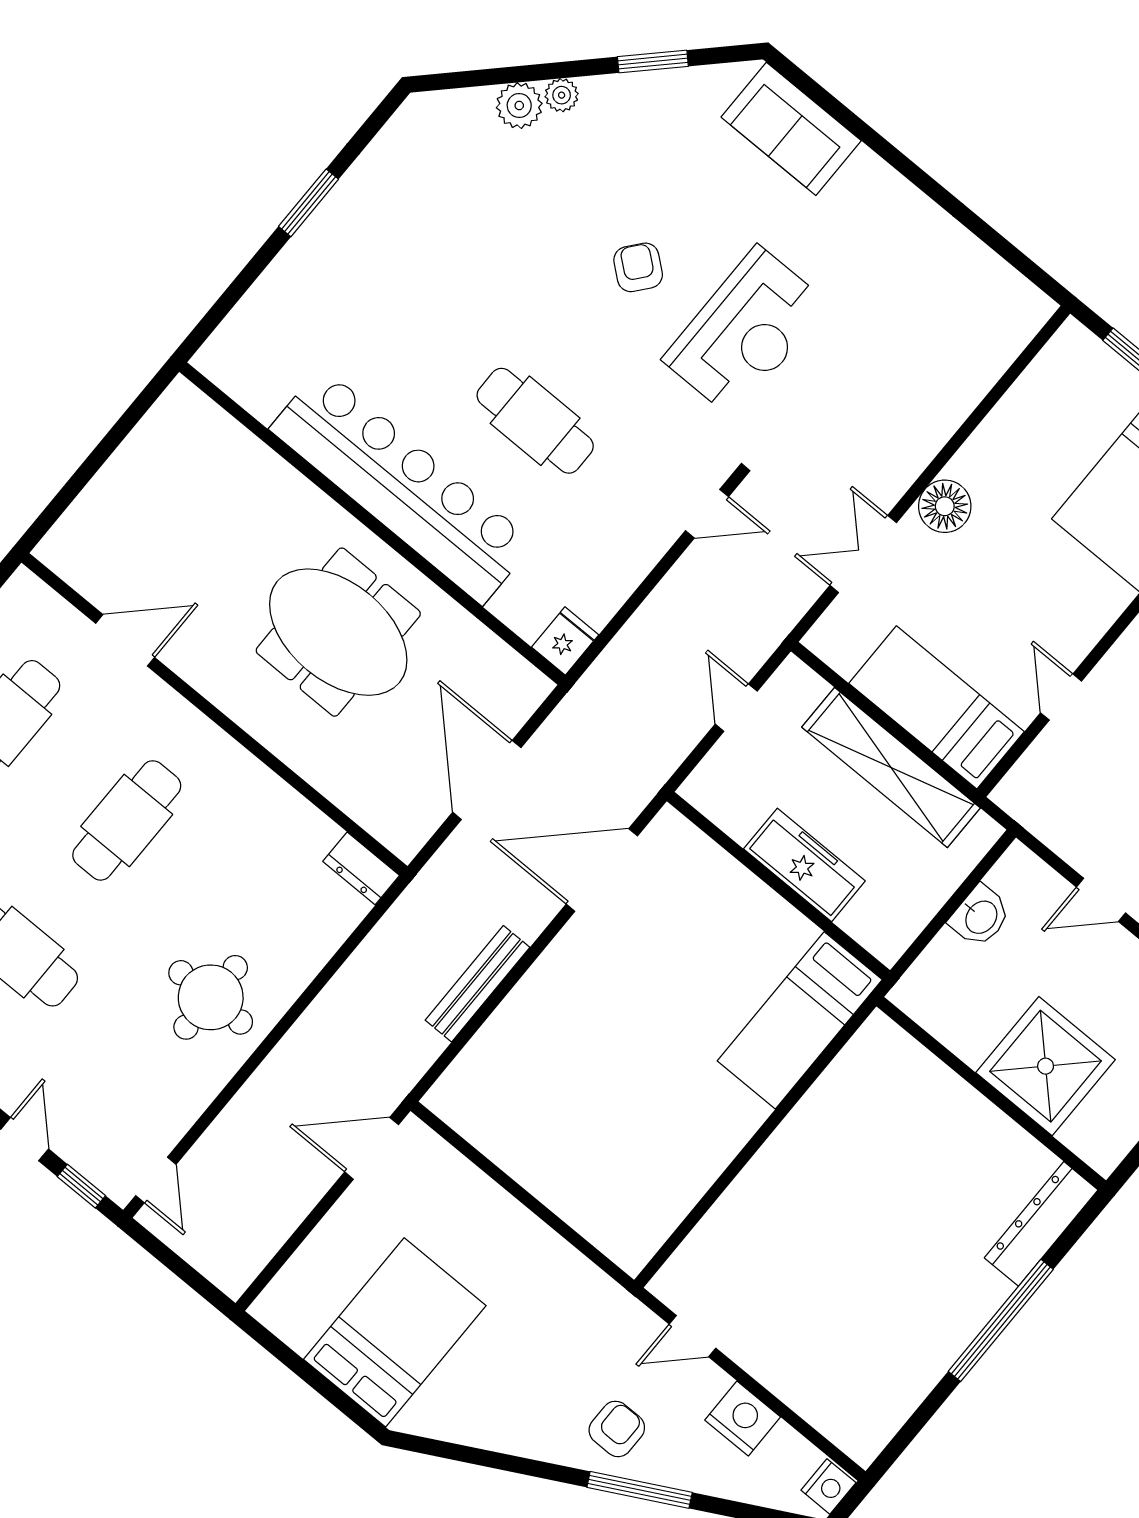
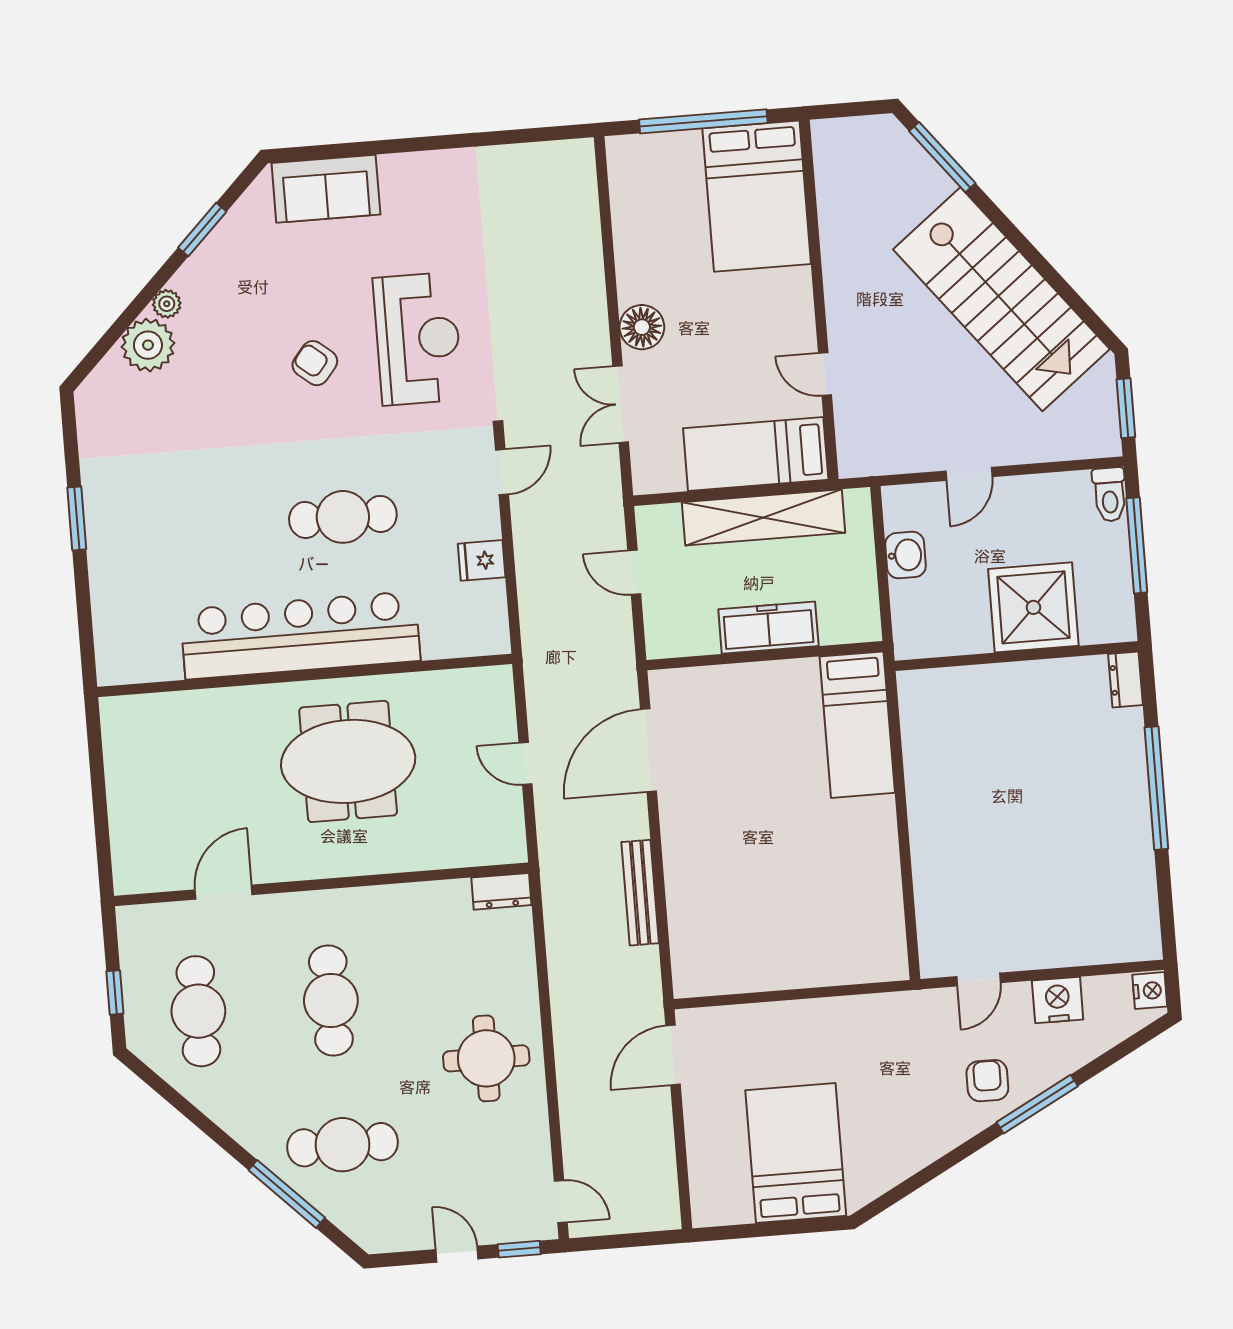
plant: (519, 106) -> (148, 345), width x1.36, depth x1.36
fridge: (565, 641) -> (482, 560), moved, turned -90
door: (487, 780) -> (525, 763), width x0.53
dresser: (1041, 1224) -> (1126, 680), width x0.51, depth x0.80

